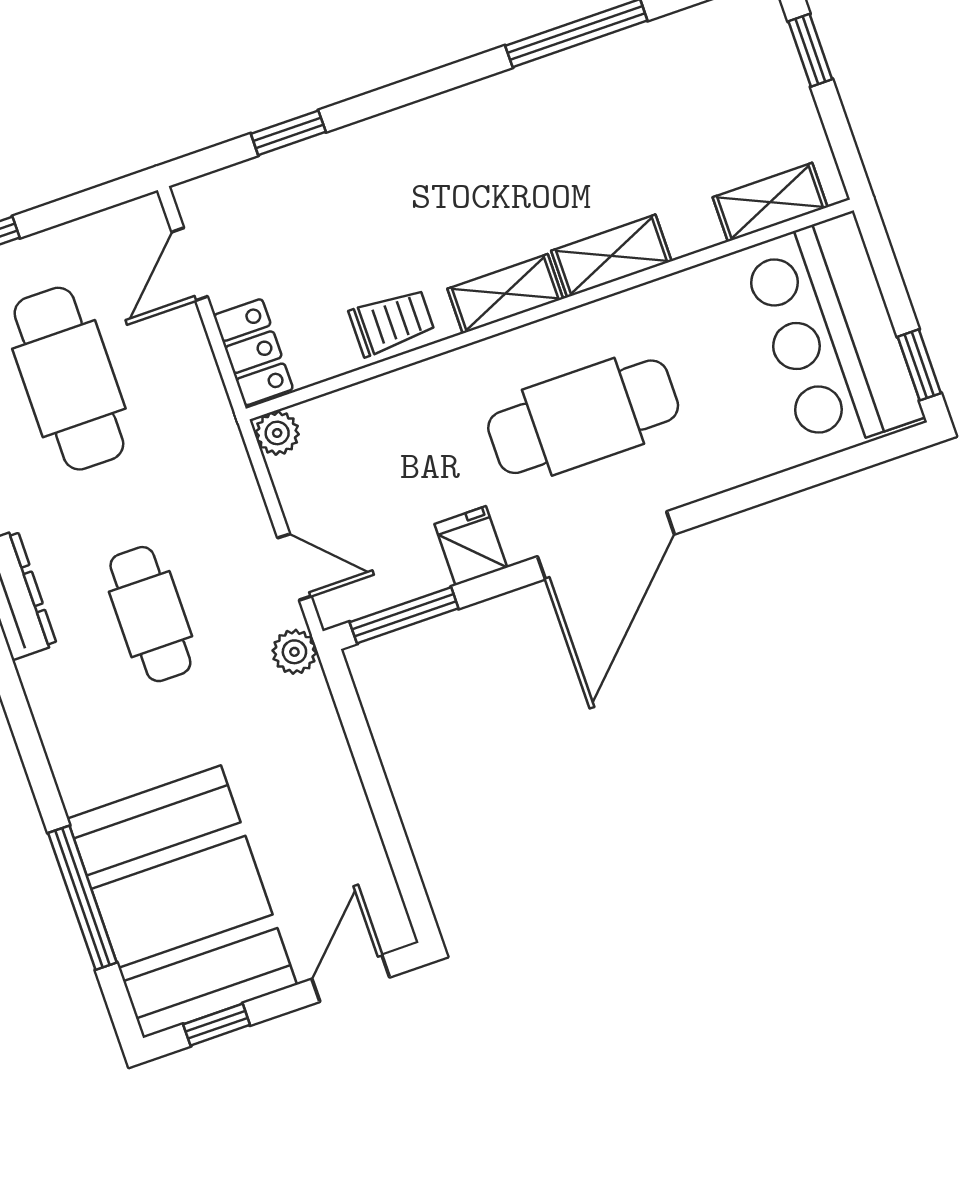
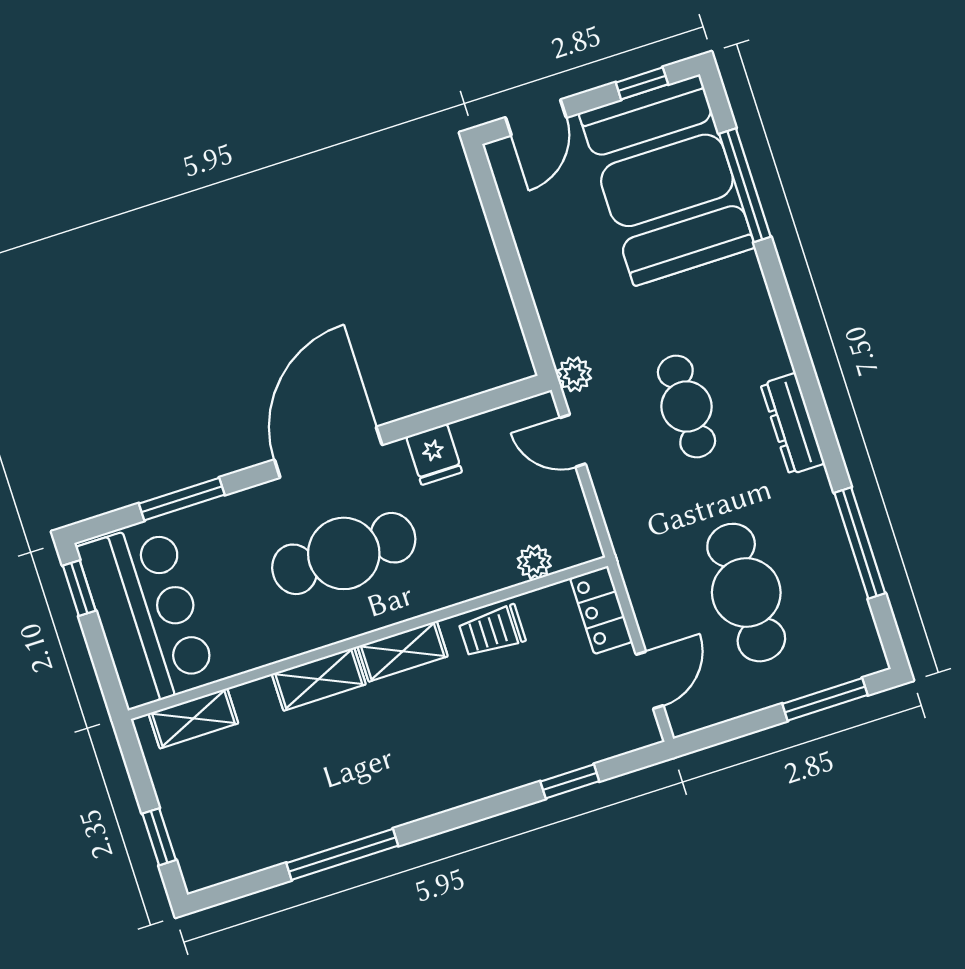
plant: (277, 433) -> (534, 562), moved
window: (404, 615) -> (182, 499), moved

